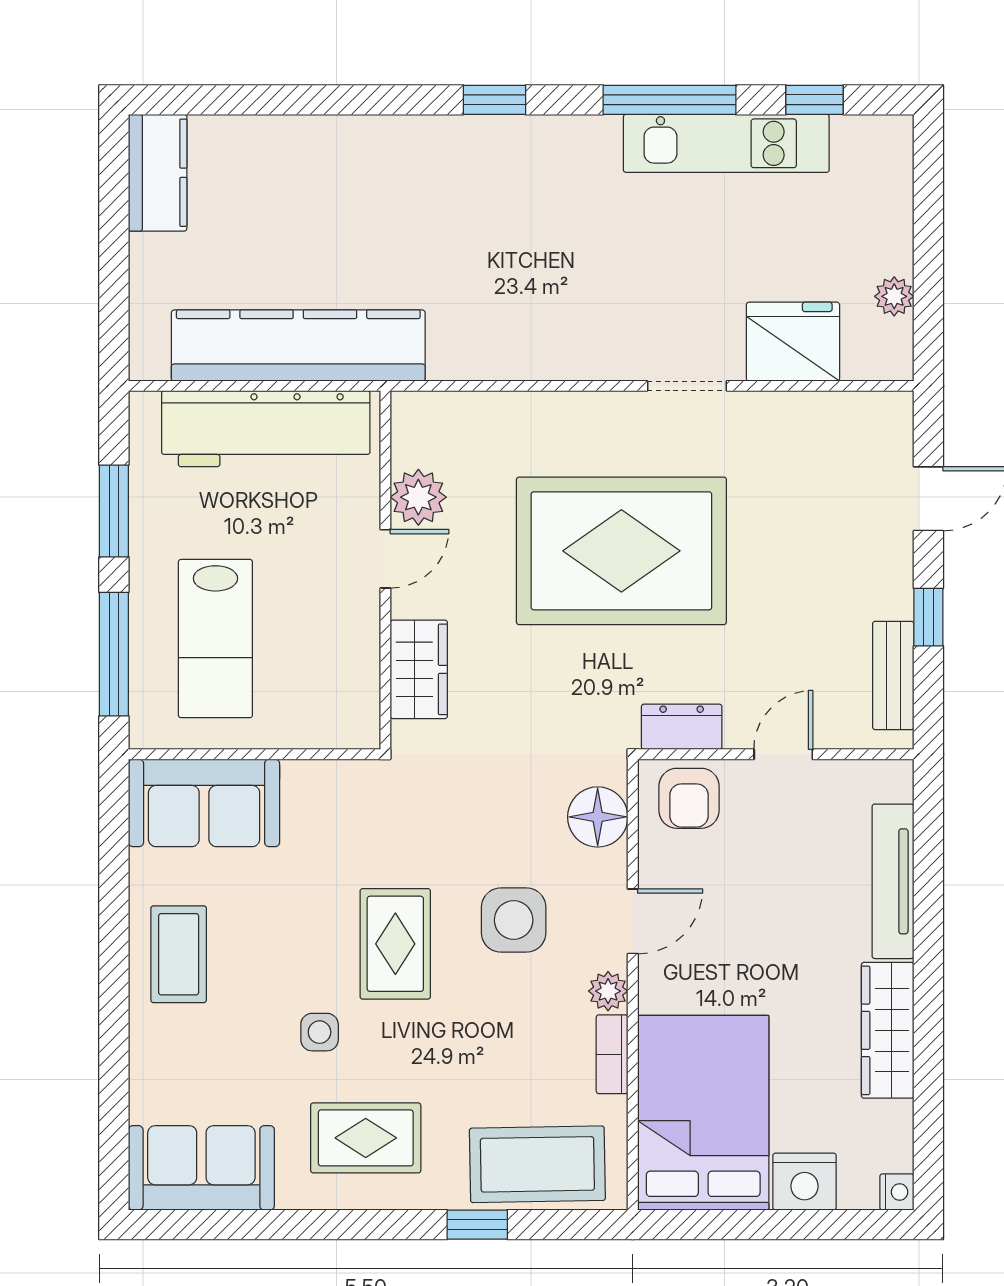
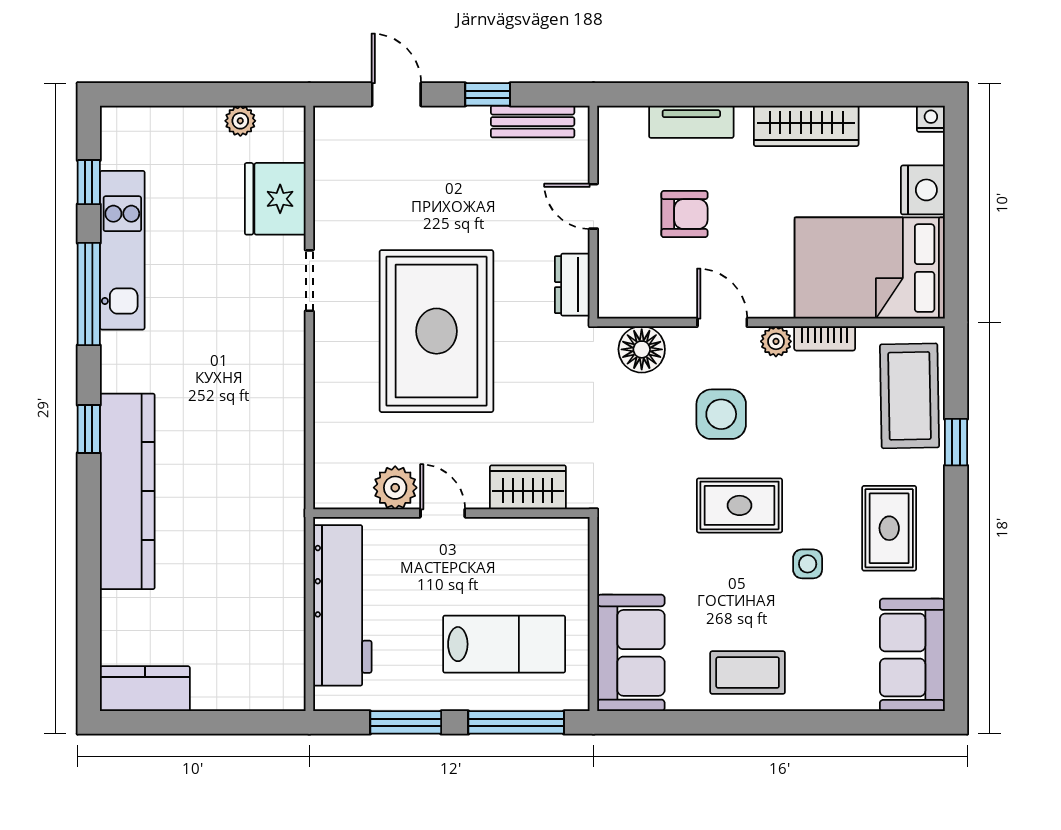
kitchen counter: (298, 346) -> (127, 491), moved, turned 180
armchair: (689, 798) -> (684, 214), moved
tv unit: (893, 881) -> (691, 122), width x0.71

